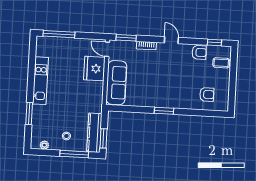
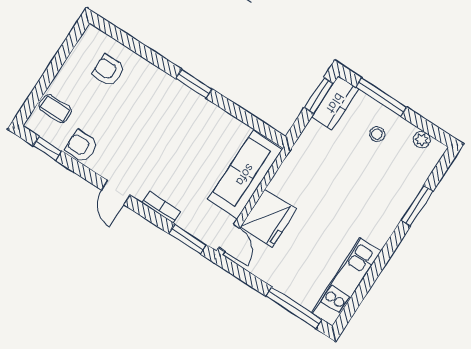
kitchen unit: (41, 81) -> (346, 282), moved
kitchen counter: (94, 133) -> (335, 103), width x0.67

